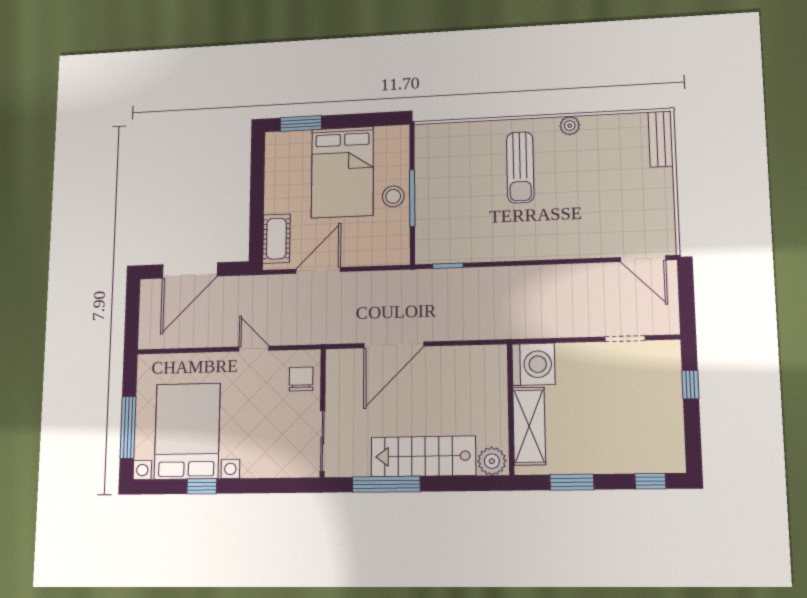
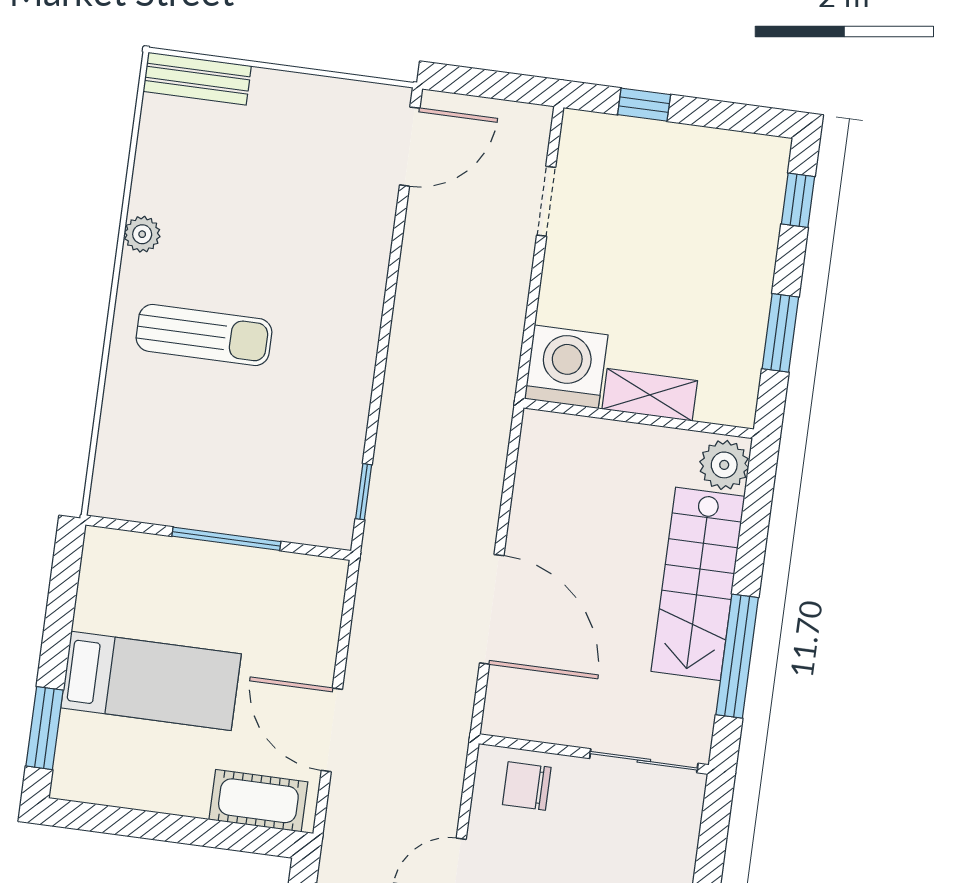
bed: (342, 172) -> (151, 681), width x0.67
stool: (393, 196) -> (217, 573), removed
shelving: (529, 426) -> (650, 395), width x0.67, depth x0.75

